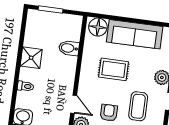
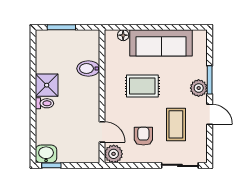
floor lamp: (98, 27) -> (123, 35), width x0.53, depth x0.53
toilet: (25, 86) -> (44, 103), moved

